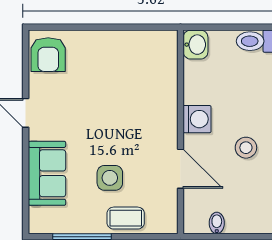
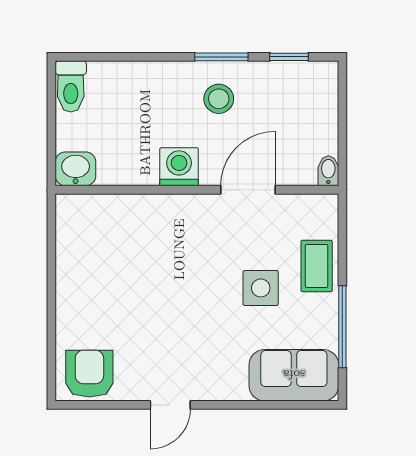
armchair: (48, 55) -> (89, 374), turned -90
sofa: (47, 173) -> (294, 375), moved
bidet: (217, 223) -> (328, 171), moved, turned 90

